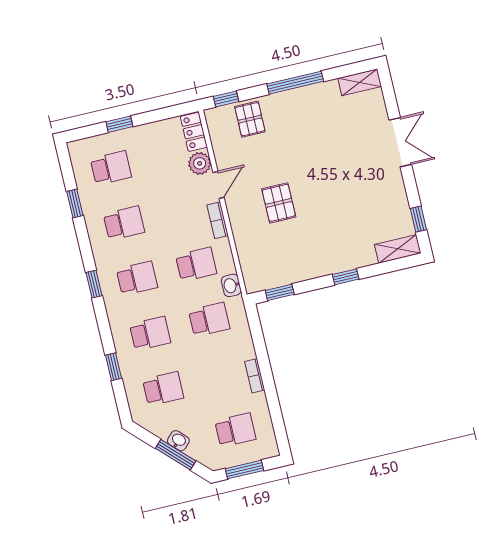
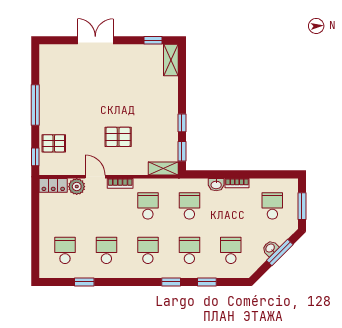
shelving: (360, 82) -> (163, 168), moved, turned 90
window: (119, 124) -> (35, 237), removed
window: (346, 277) -> (182, 123), moved
window: (94, 284) -> (171, 282), moved
washbasin: (231, 285) -> (216, 185), moved

